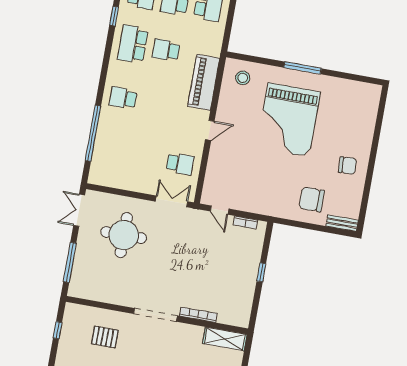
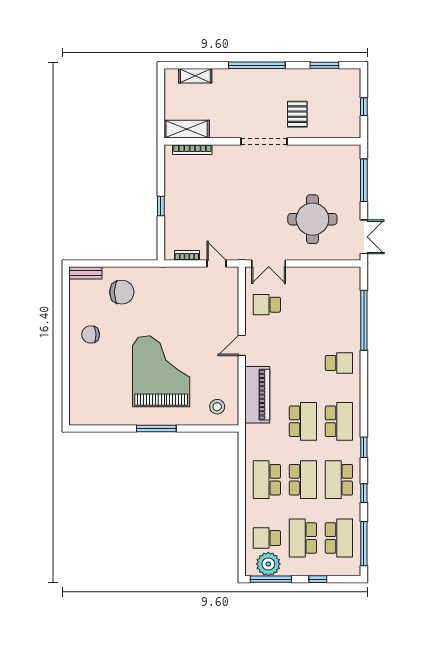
school desk: (166, 50) -> (303, 421), width x1.85
bookcase: (198, 315) -> (192, 150), moved
pallet: (105, 337) -> (297, 114), moved, turned 90

